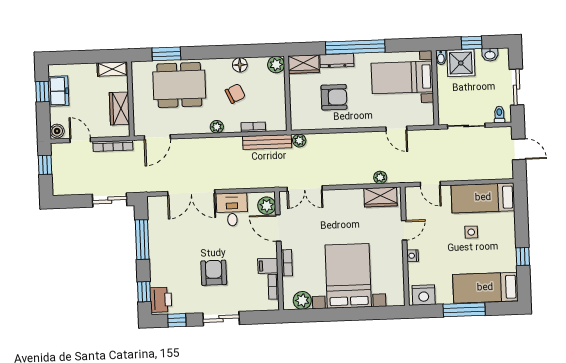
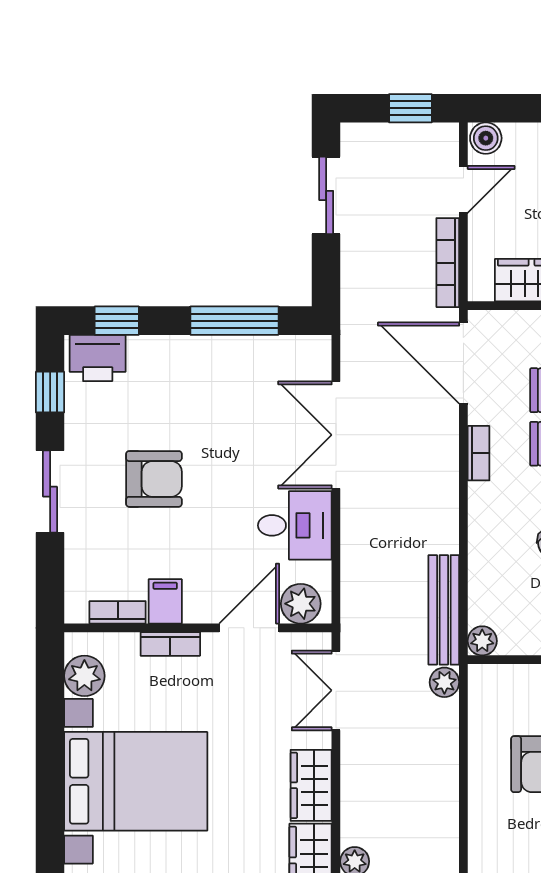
plant: (217, 127) -> (482, 641), moved
bookcase: (253, 127) -> (479, 453), moved
door: (157, 137) -> (463, 363), width x1.36
wardrobe: (347, 198) -> (311, 785), added
sliding door: (110, 200) -> (326, 195), moved

